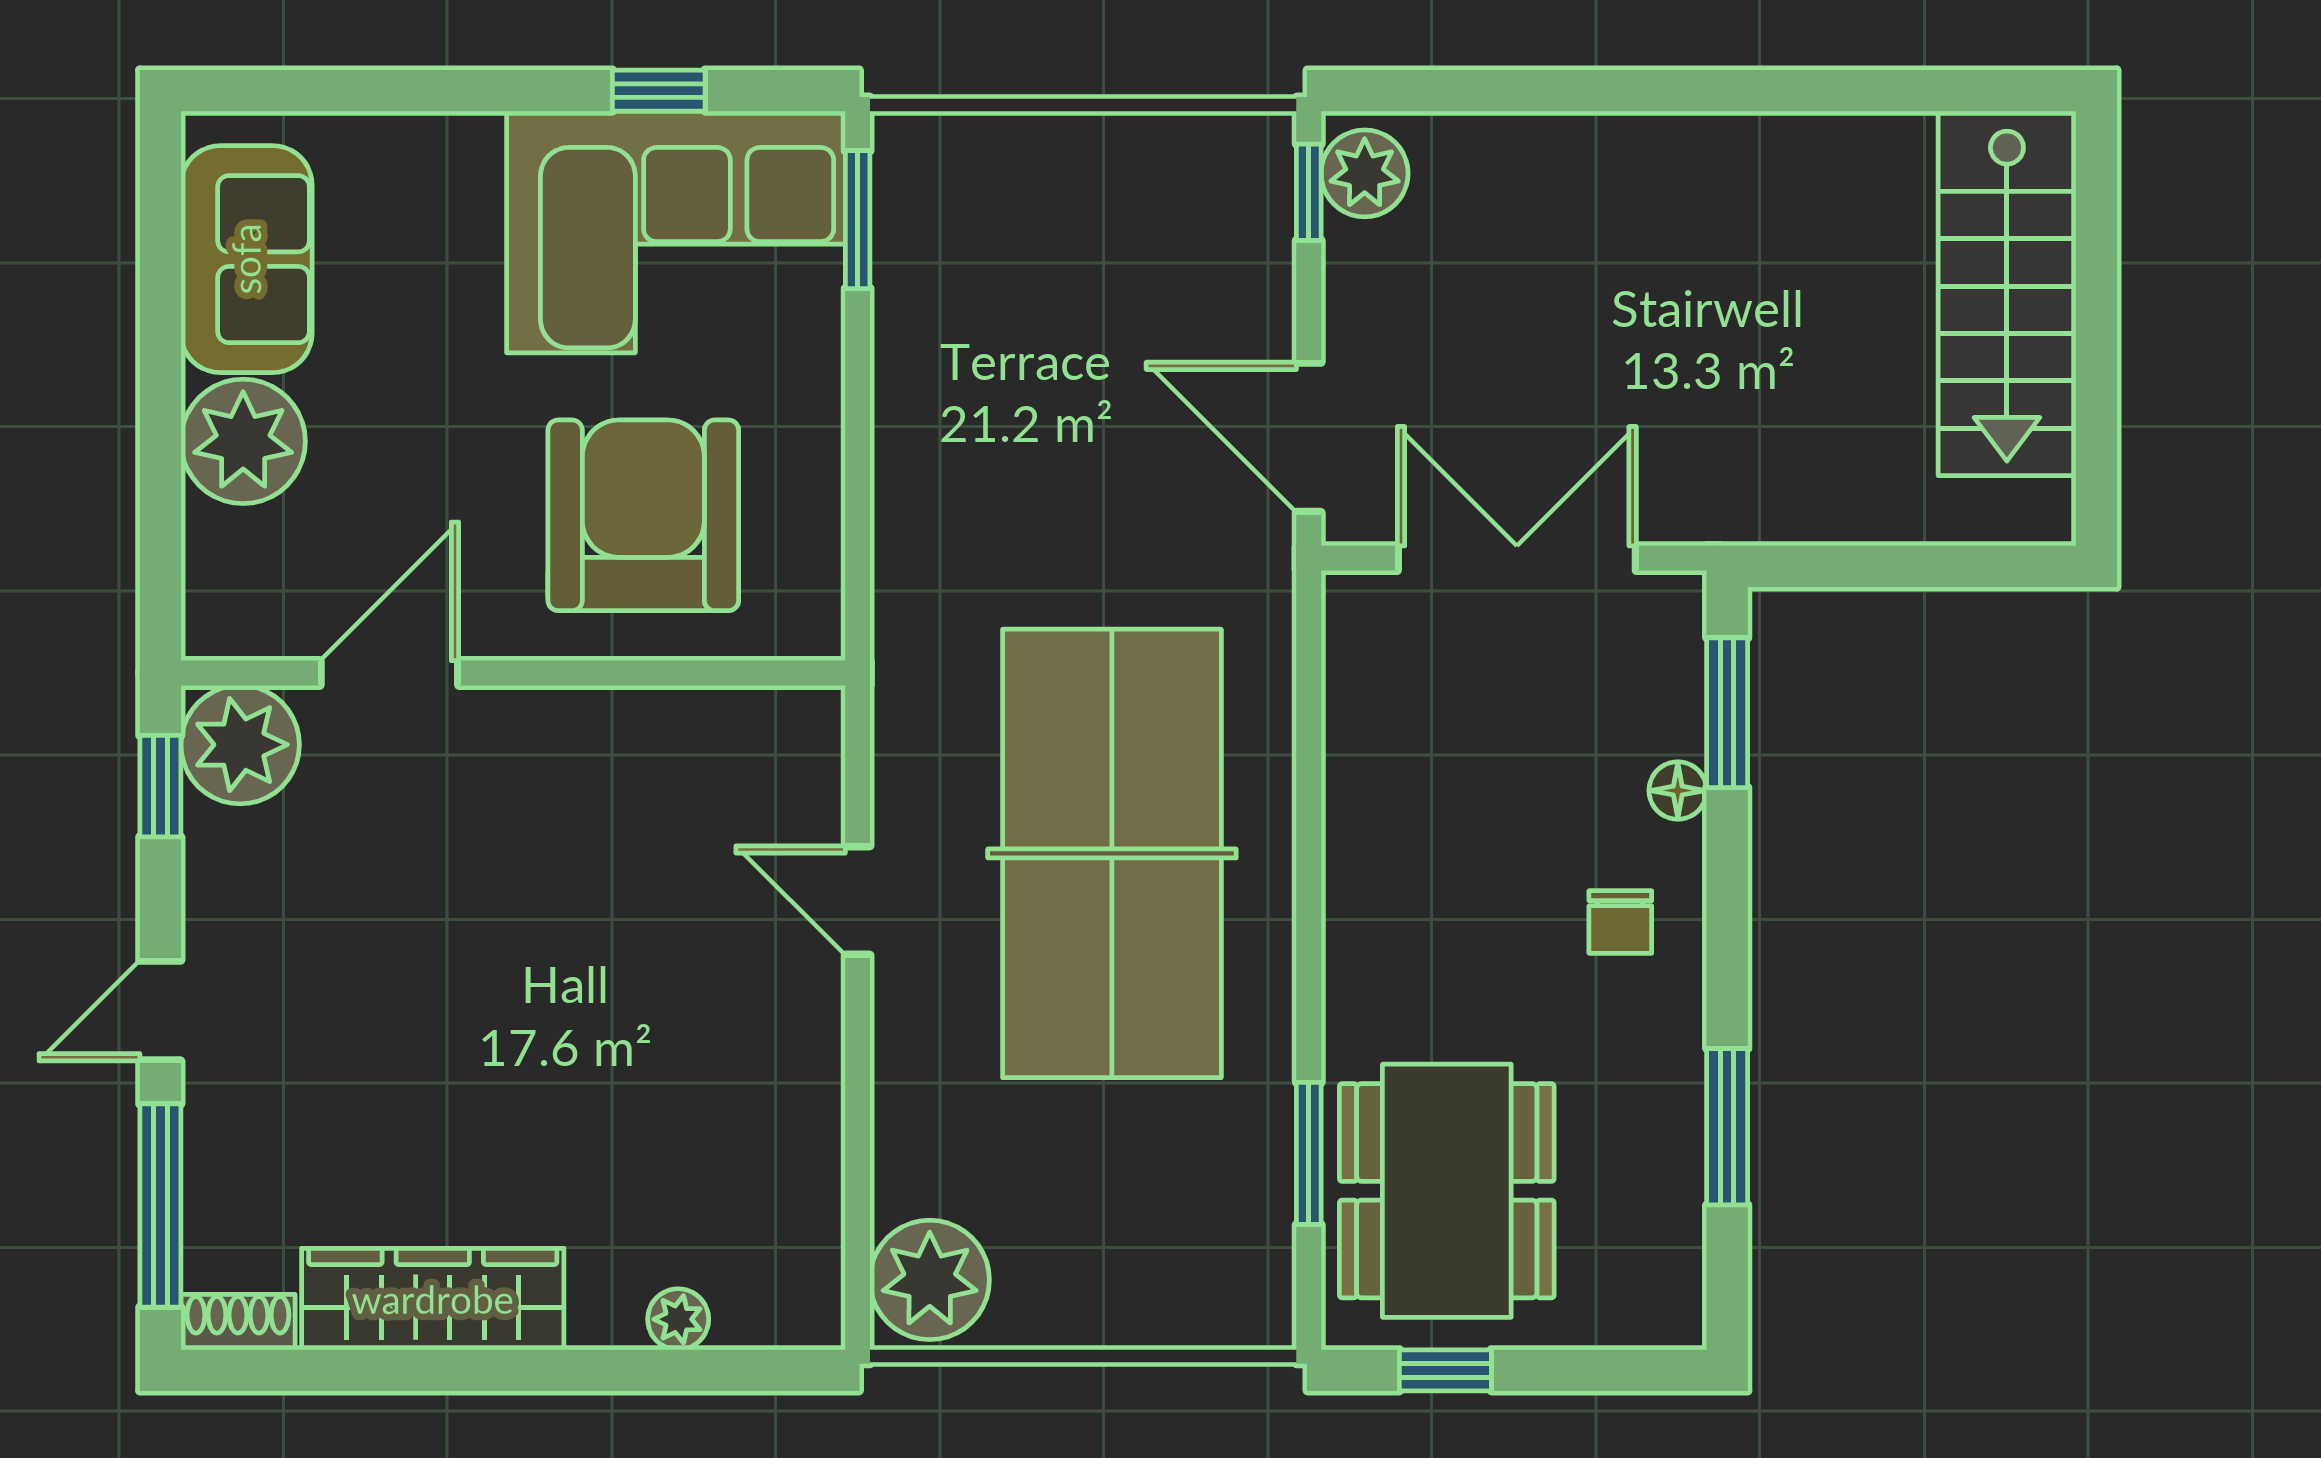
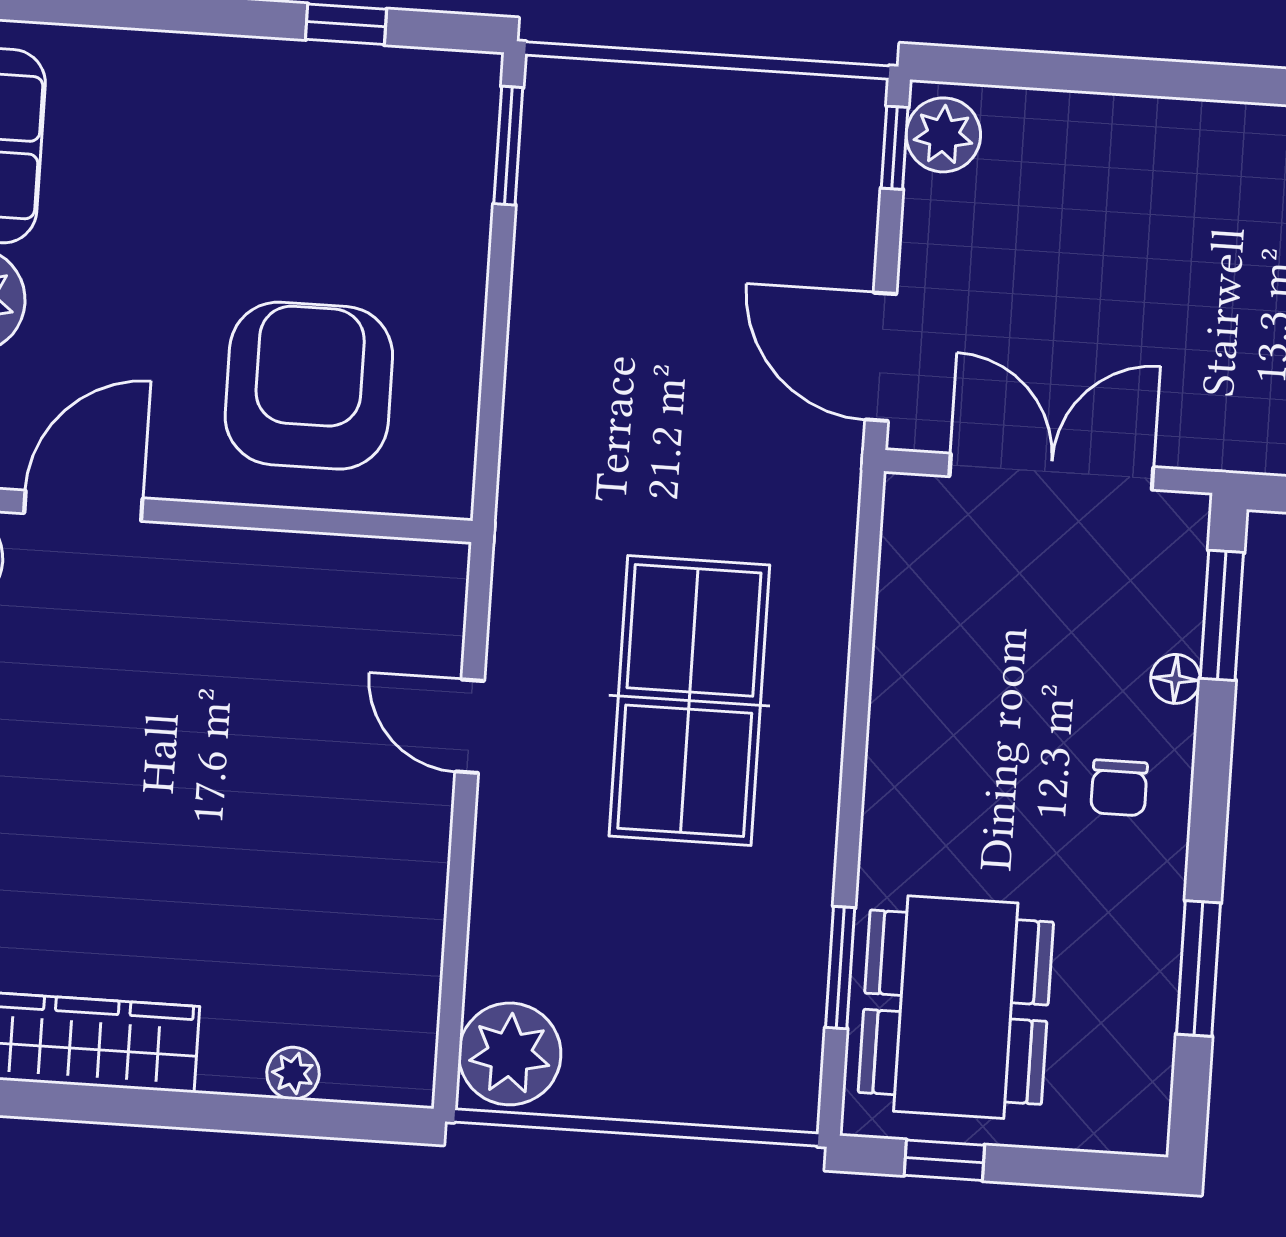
corner sofa: (676, 232) -> (353, 146), removed
table tennis table: (1112, 853) -> (689, 701), width x0.73, depth x0.76

